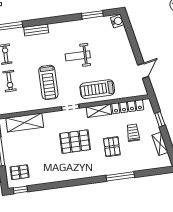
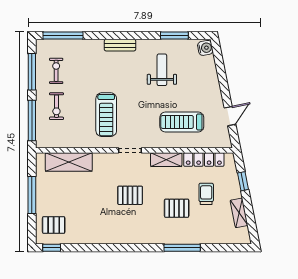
bench: (36, 30) -> (120, 45), moved
weight bench: (78, 56) -> (162, 70), moved, turned 90
treadmill: (97, 89) -> (182, 122), moved
pallet: (75, 142) -> (130, 195), width x0.67, depth x0.71
pallet: (112, 147) -> (177, 208), turned 90

